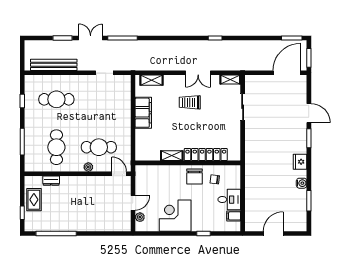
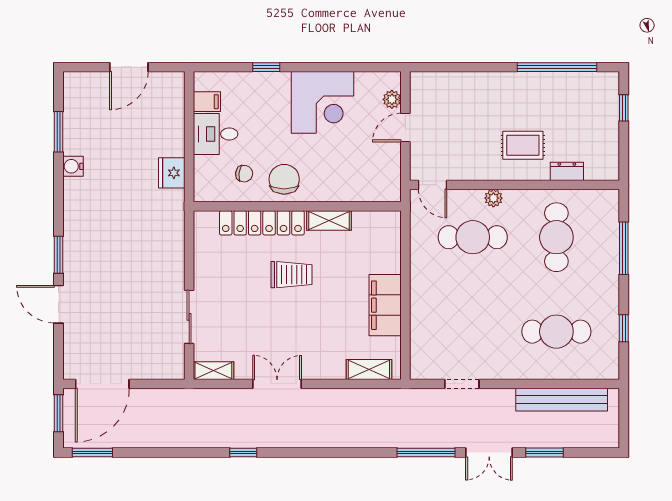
trolley: (190, 102) -> (292, 275), moved
fridge: (300, 162) -> (172, 173), moved, turned 180
rug: (34, 200) -> (523, 145), moved, turned 90

